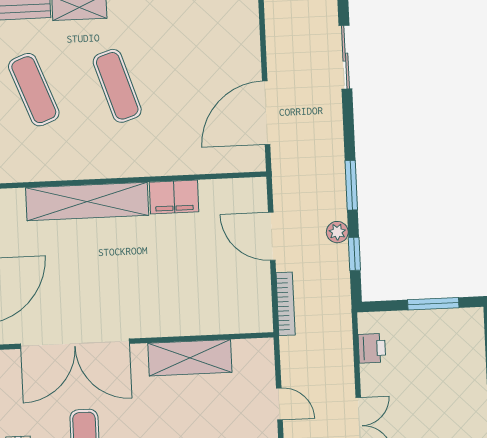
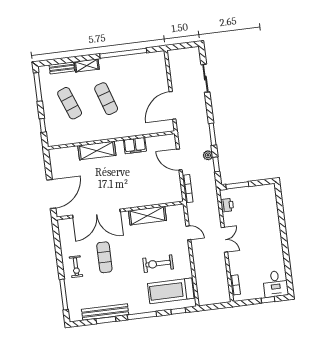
shelving: (87, 201) -> (97, 151), width x0.68
window: (433, 304) -> (237, 185), moved

